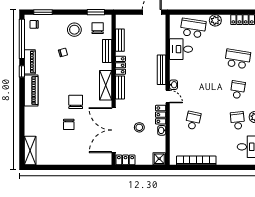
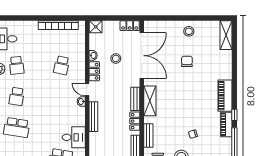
chair: (76, 102) -> (180, 84), removed
stool: (67, 154) -> (189, 31), added

